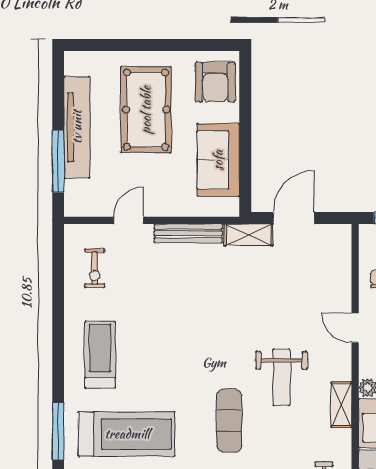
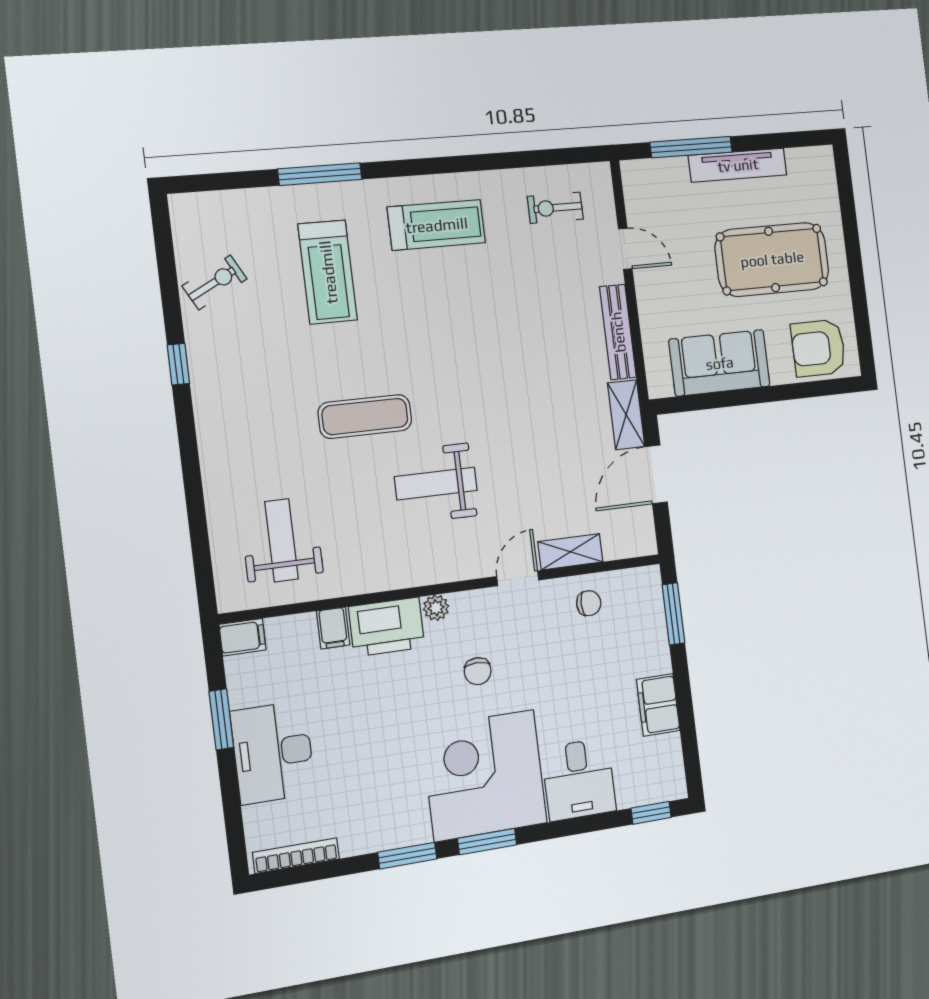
tv unit: (77, 127) -> (738, 165), width x0.73, depth x0.78
door: (294, 218) -> (656, 474), swing flipped
shelving: (341, 405) -> (570, 552), moved
treadmill: (127, 434) -> (328, 272), width x0.73, depth x0.73

